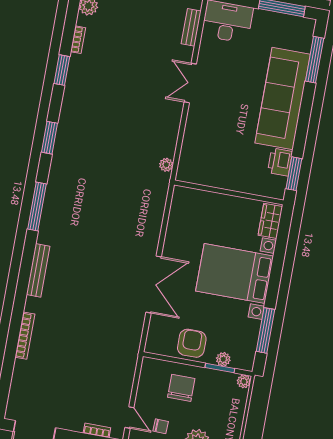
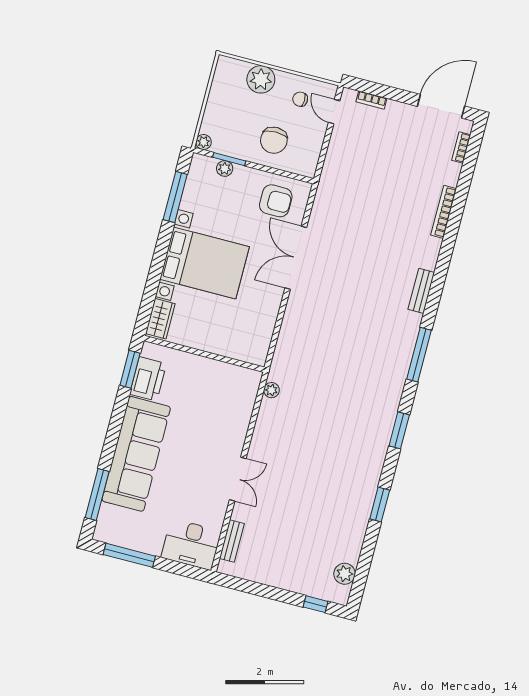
bookcase: (78, 40) -> (461, 147), moved
printer: (280, 162) -> (148, 379), width x1.37, depth x1.19
bench: (38, 270) -> (421, 291), width x0.73
armchair: (192, 343) -> (276, 201), moved, turned -90

